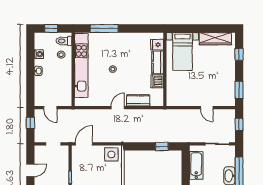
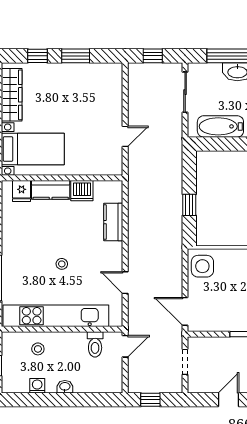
toilet: (64, 41) -> (95, 344), moved
window: (239, 90) -> (76, 56), moved
door: (50, 108) -> (125, 346), moved
door: (118, 108) -> (125, 283), moved
door: (207, 108) -> (125, 136), moved
window: (162, 146) -> (189, 205), moved
door: (30, 170) -> (228, 400), hinge flipped

